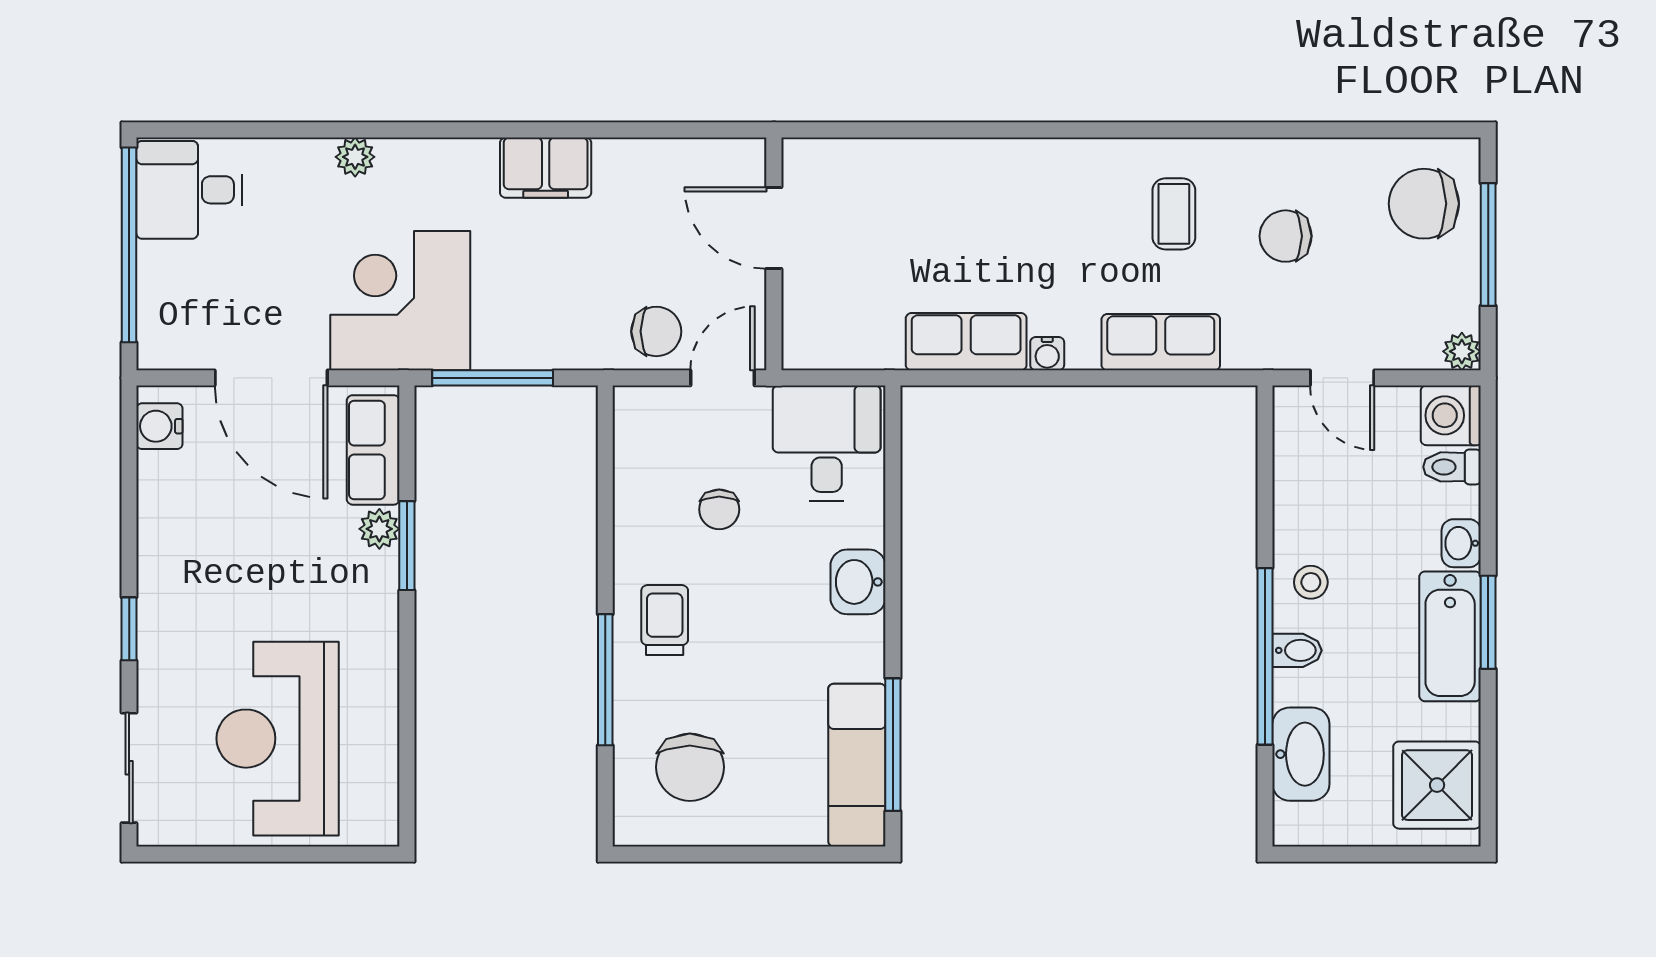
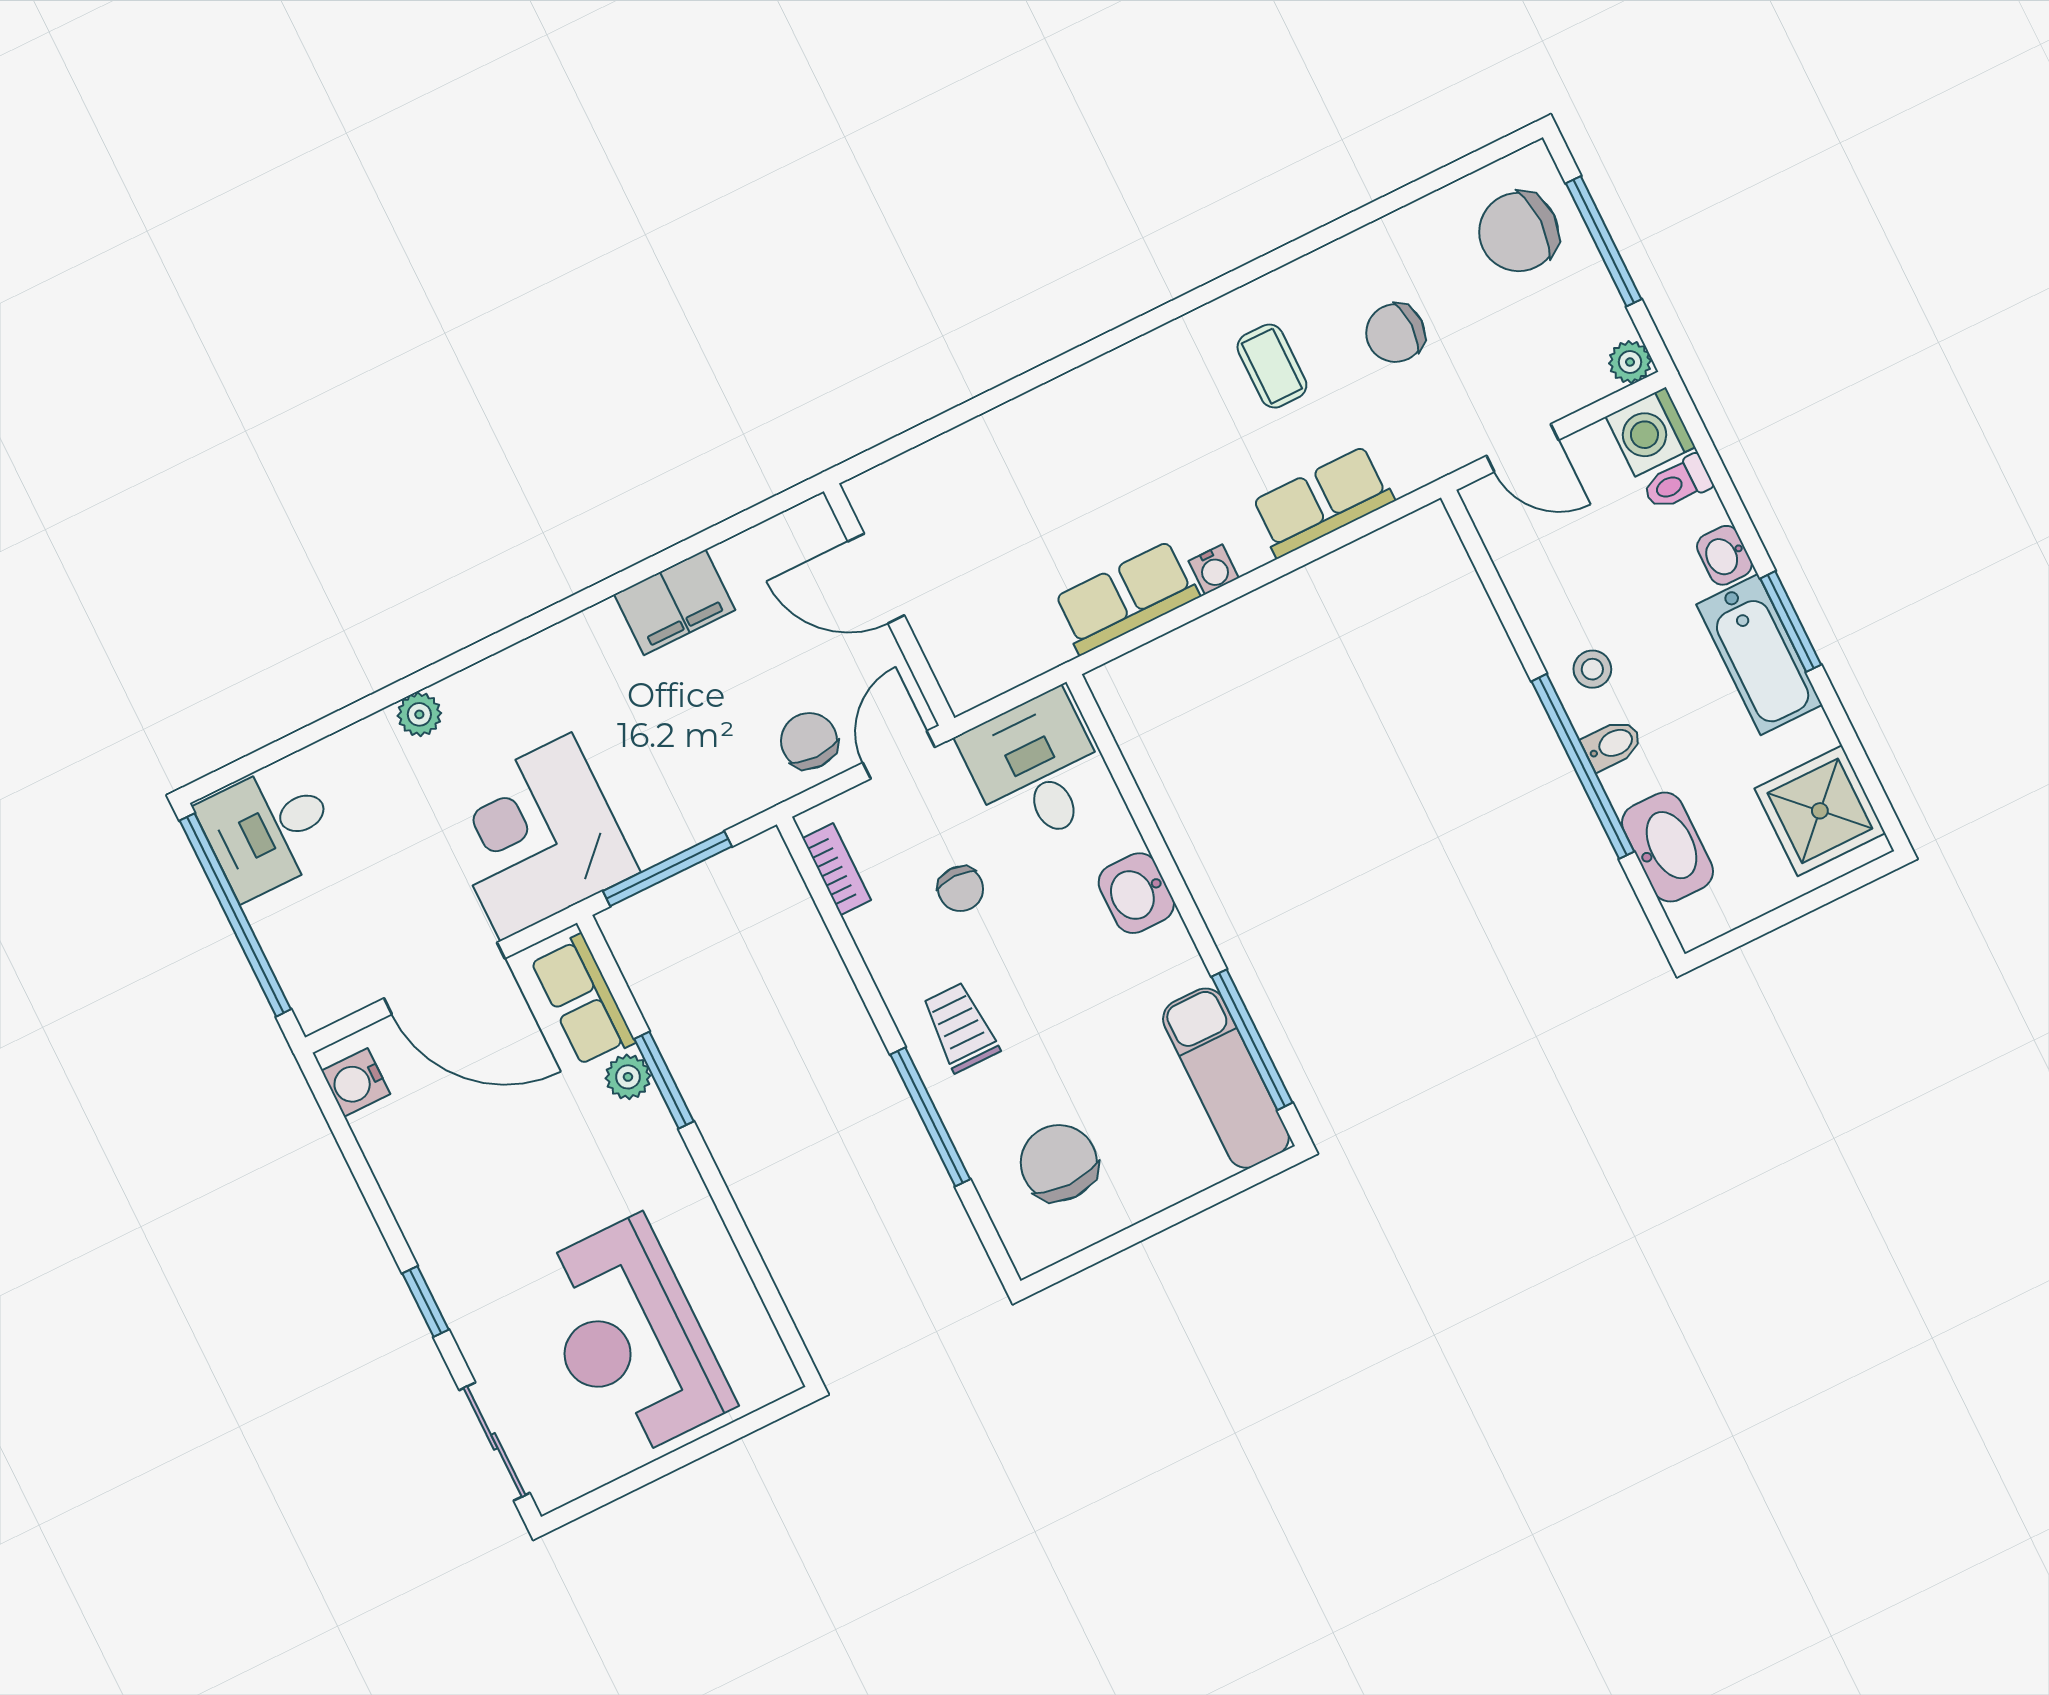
filing cabinet: (546, 168) -> (675, 602), moved
chair: (656, 331) -> (809, 741), turned -90
bookcase: (628, 445) -> (837, 869), added
chair: (690, 767) -> (1059, 1163), turned 180

